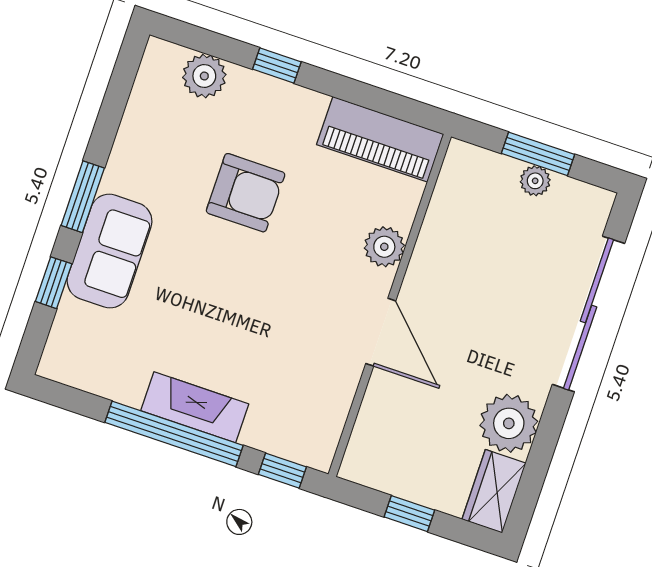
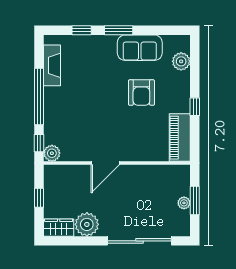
window: (277, 66) -> (195, 107), moved
plant: (384, 247) -> (52, 153), moved
sofa: (110, 251) -> (140, 48), moved
fireplace: (195, 407) -> (52, 65), moved

